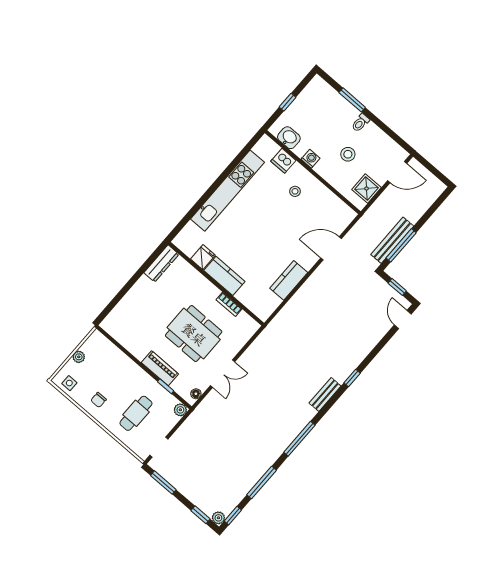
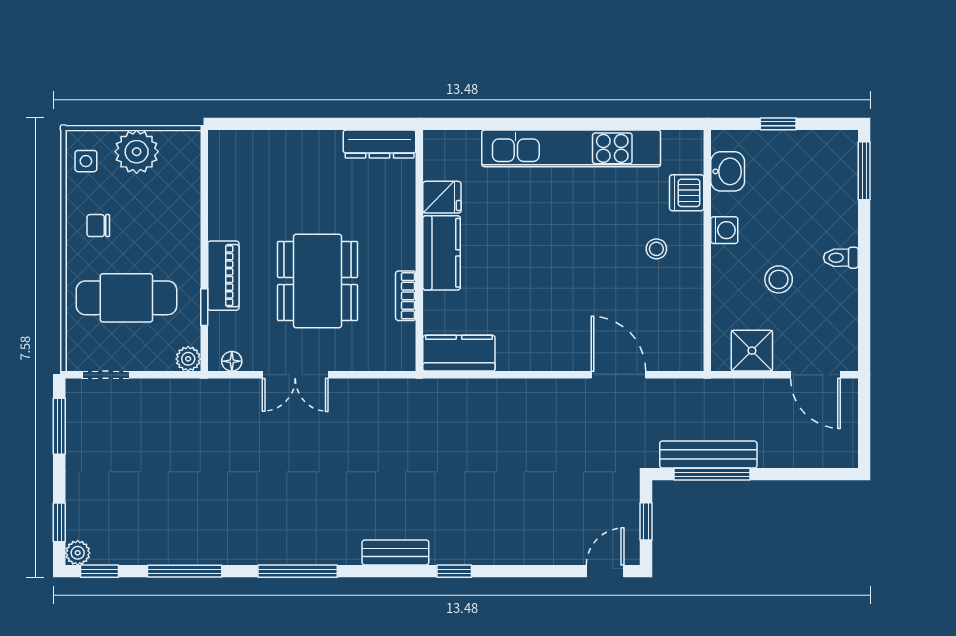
window: (352, 100) -> (864, 171), moved
kitchen counter: (289, 280) -> (459, 353), moved
plant: (79, 357) -> (137, 152), width x1.88, depth x1.88
cafe table: (136, 413) -> (126, 298), width x1.37, depth x1.35

